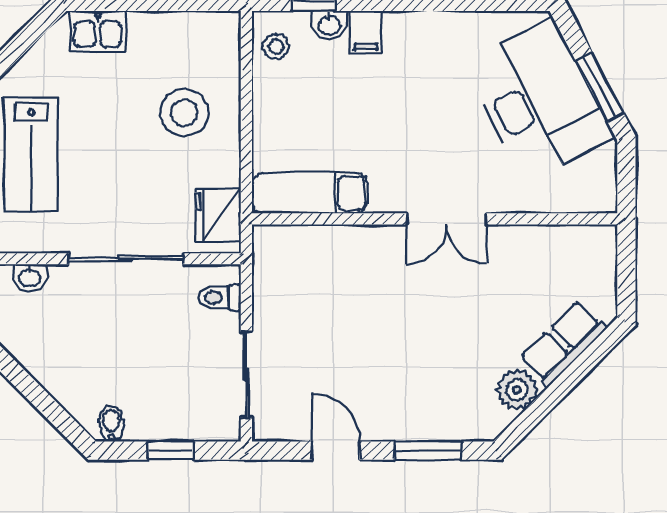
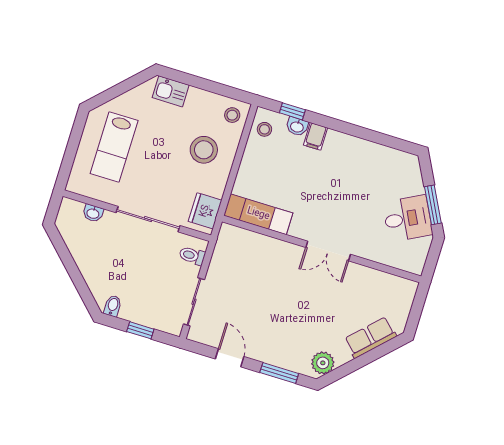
stool: (214, 39) -> (232, 115), added
desk: (539, 100) -> (408, 218), width x0.53, depth x0.77
plant: (517, 390) -> (323, 363), moved

